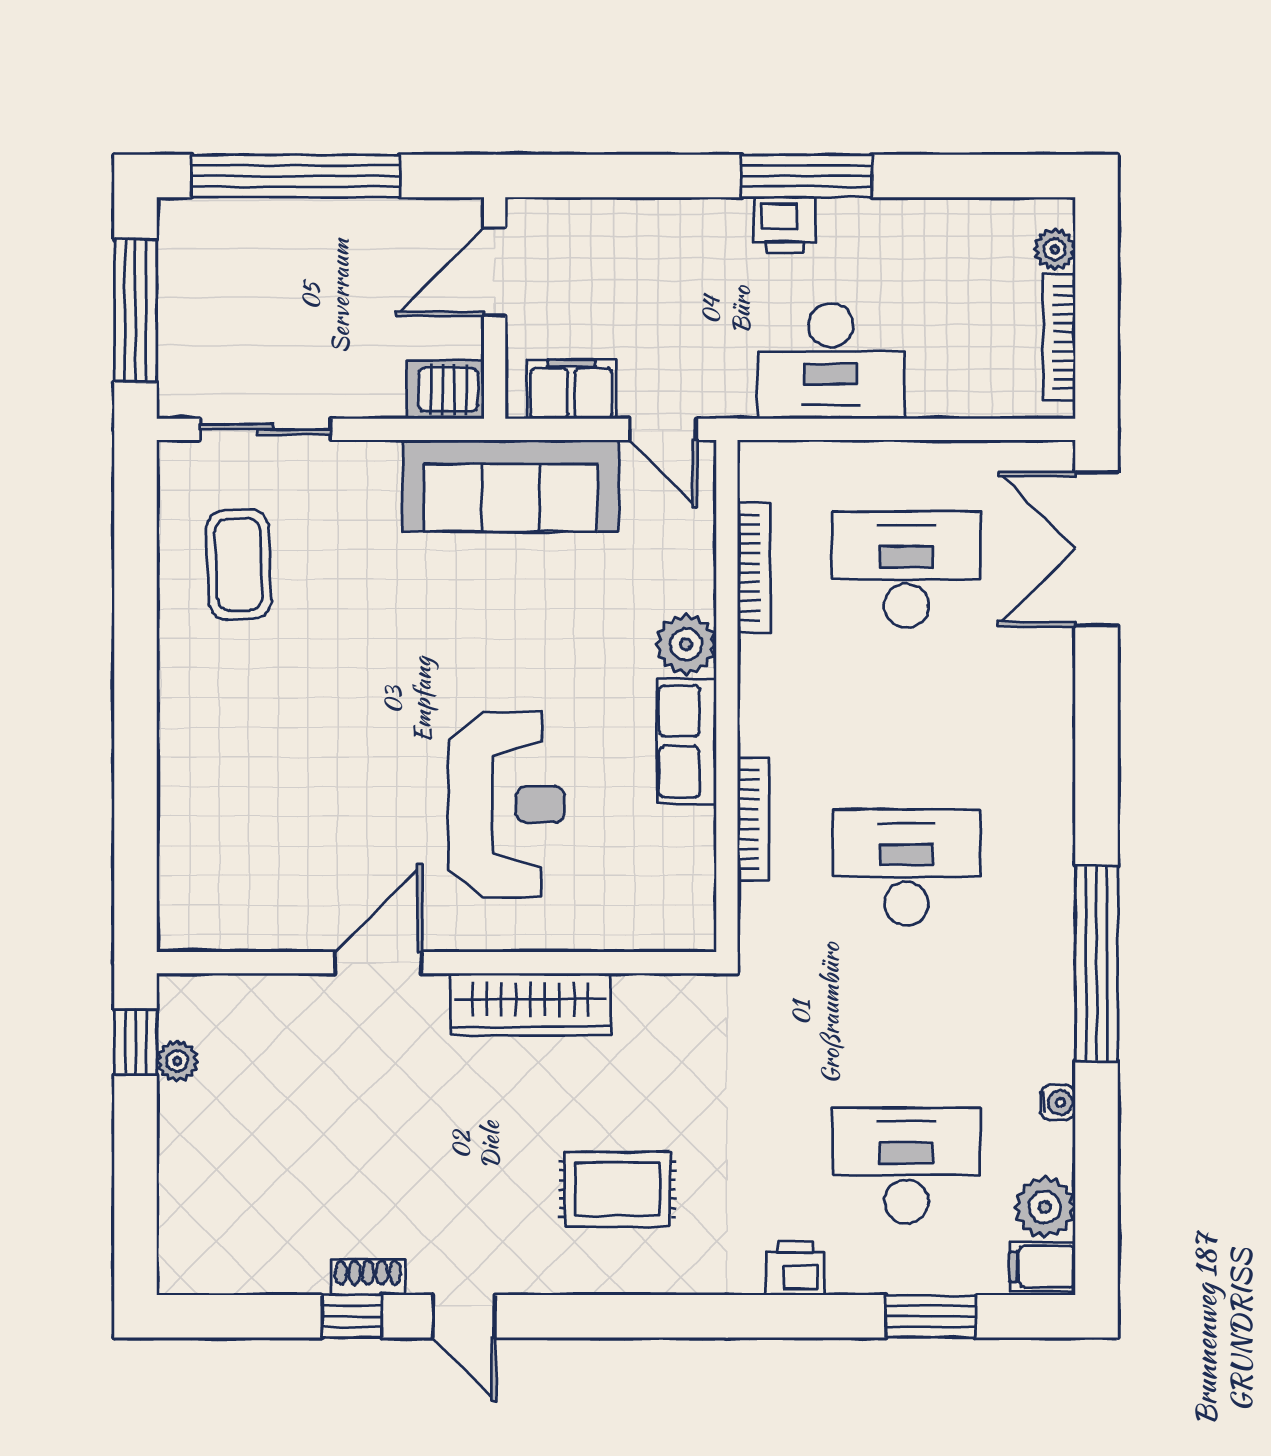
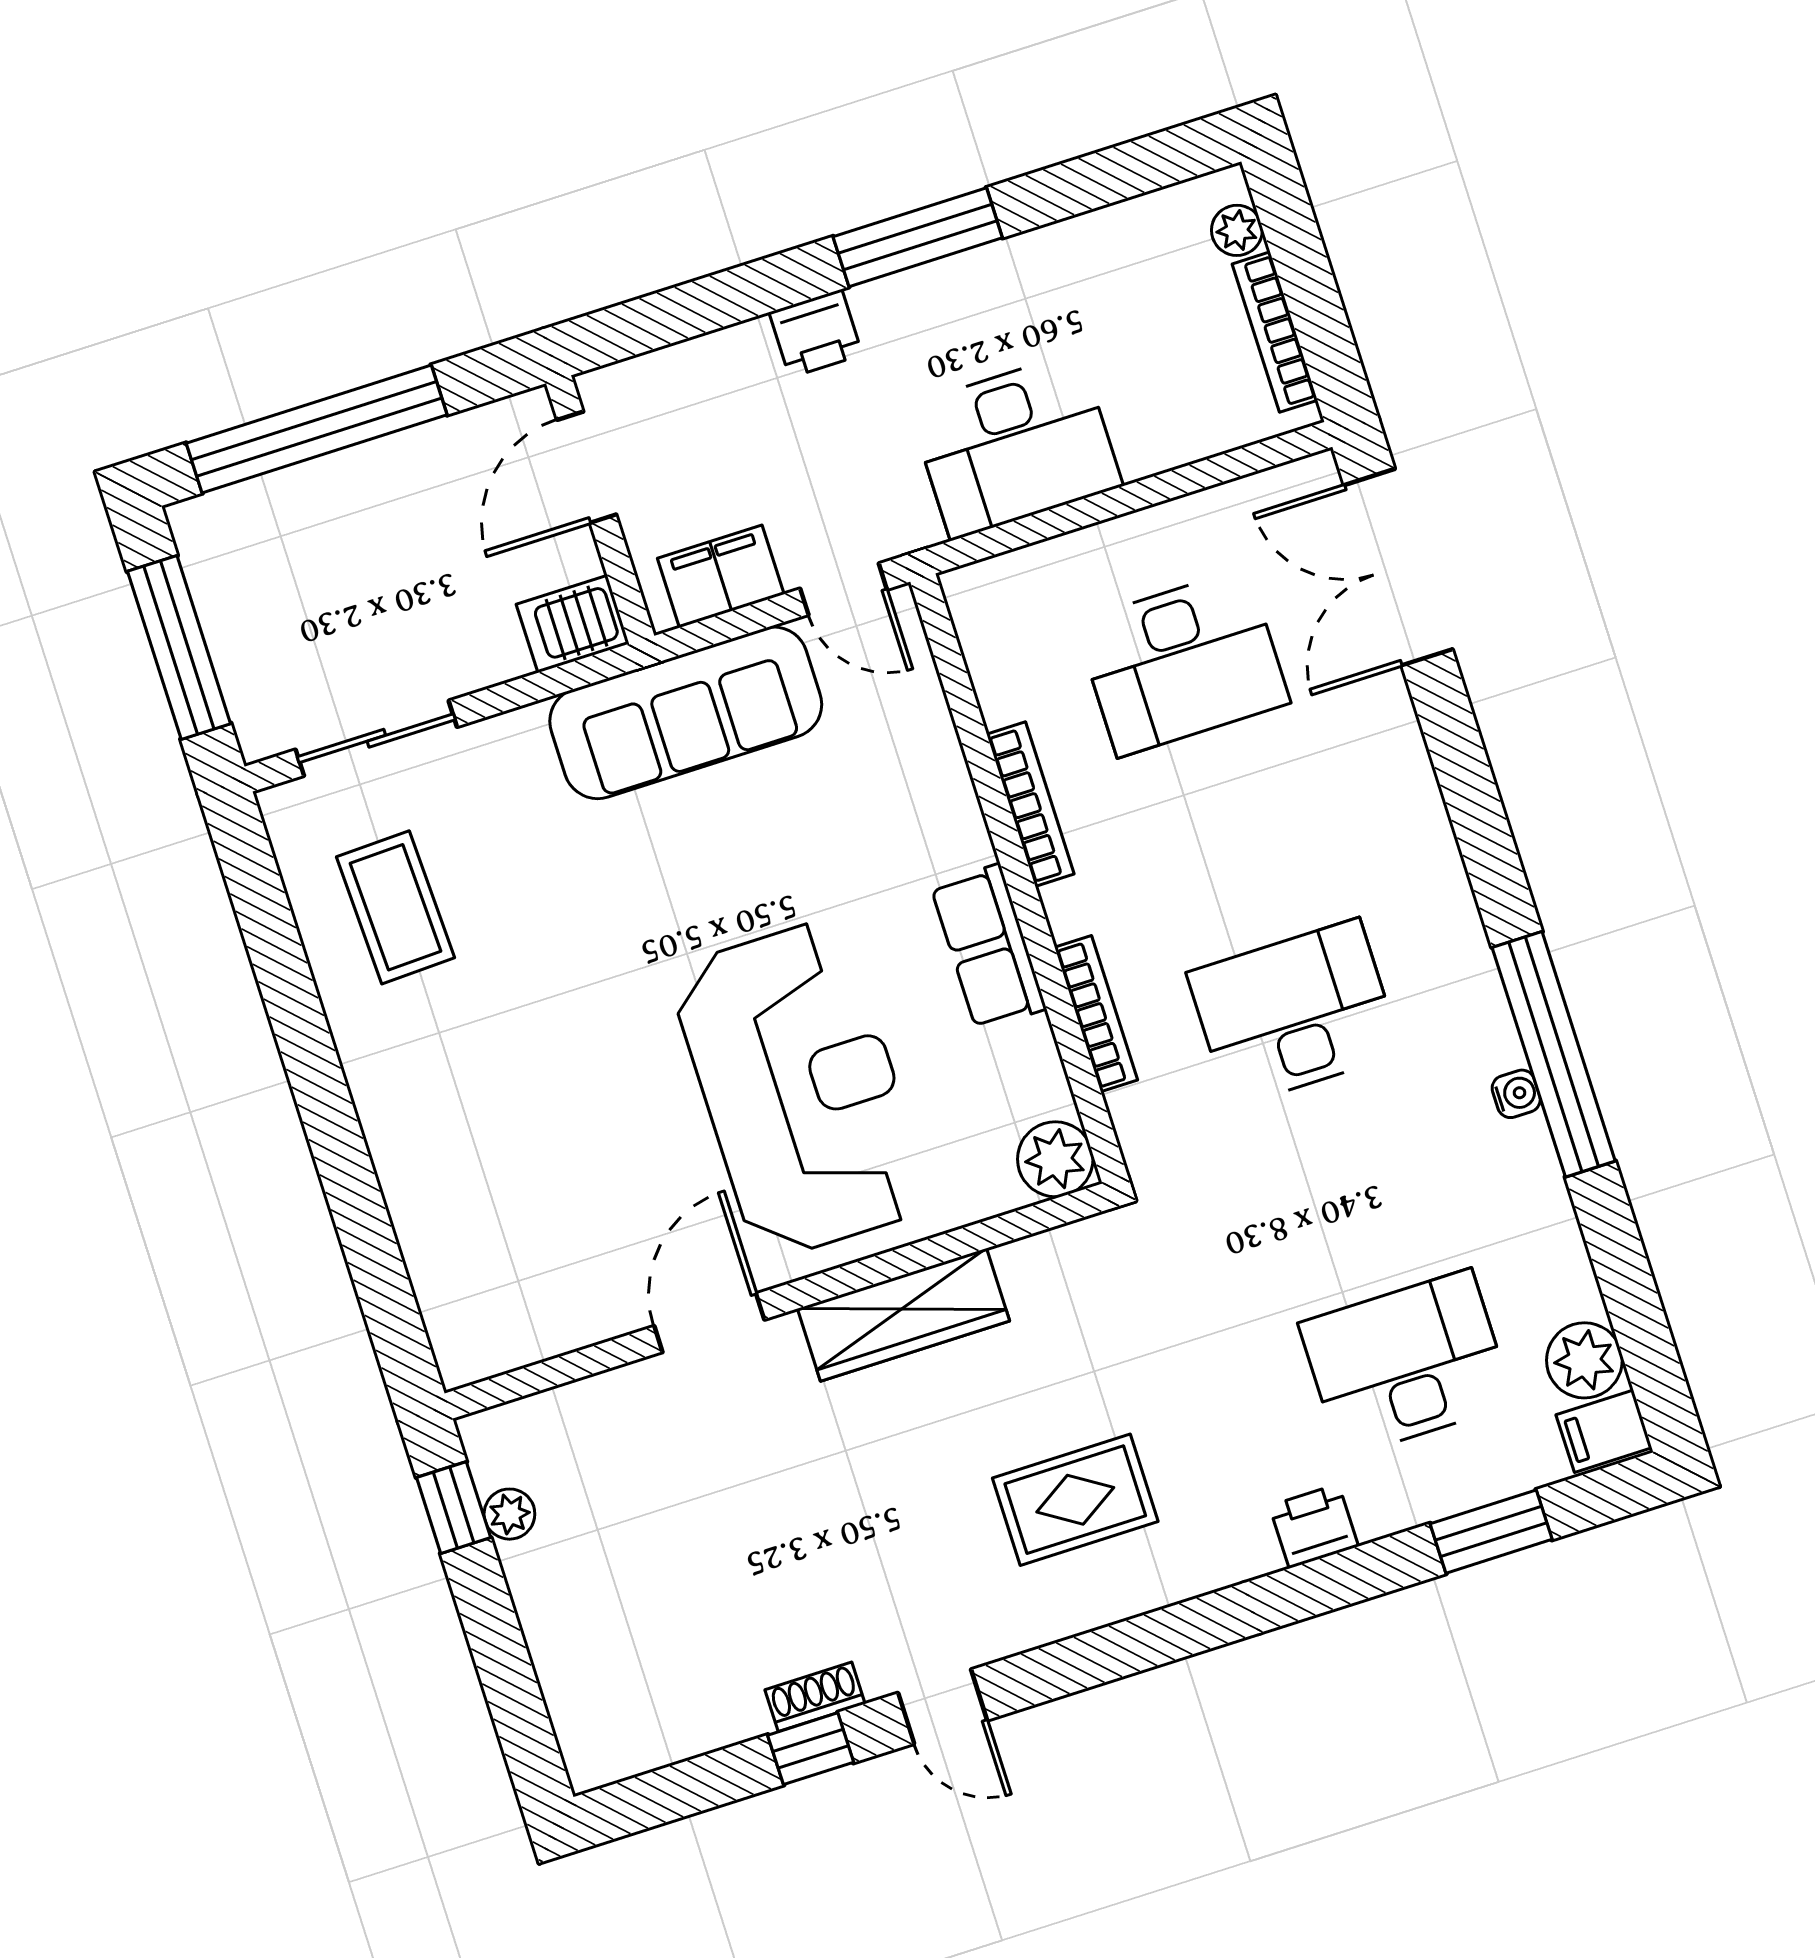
printer: (785, 225) -> (816, 333), moved
bookcase: (754, 568) -> (1030, 804), moved
desk: (906, 570) -> (1182, 663), turned 180
plant: (686, 644) -> (1055, 1159), moved
reception desk: (506, 804) -> (800, 1089), width x1.36, depth x1.30
water cooler: (1058, 1102) -> (1516, 1094), moved

